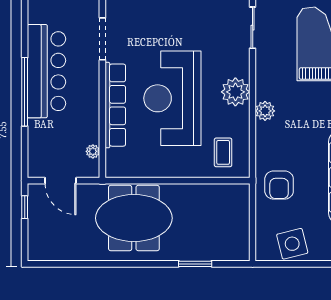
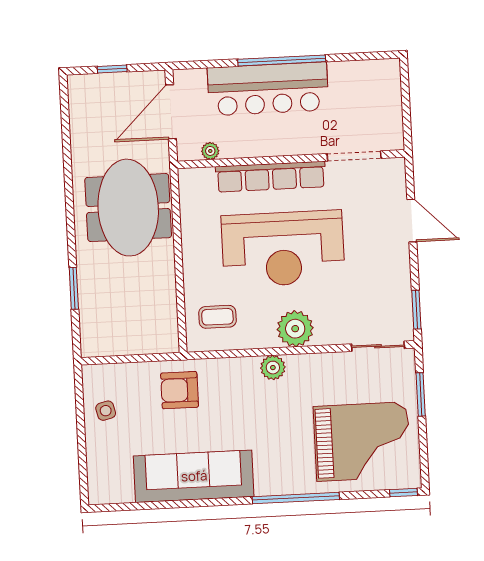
bar counter: (46, 71) -> (268, 89), moved
reception desk: (172, 98) -> (283, 249), turned 180
door: (61, 181) -> (171, 112), width x1.36
window: (25, 207) -> (112, 69), moved
side table: (292, 244) -> (106, 411), width x0.54, depth x0.54

